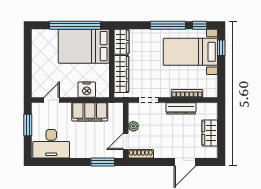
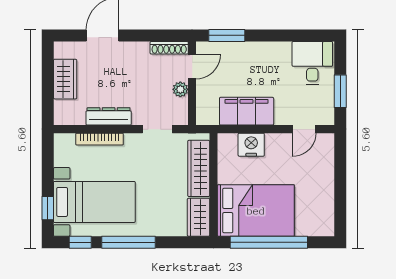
desk: (51, 144) -> (312, 63), width x0.73

